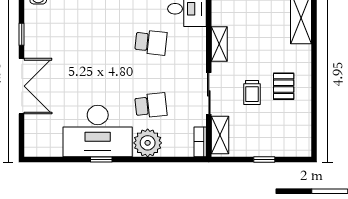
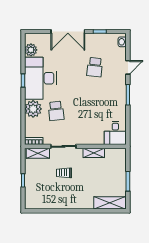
school desk: (151, 42) -> (95, 67), moved
pallet: (284, 86) -> (68, 192), removed
plant: (51, 147) -> (31, 50), added

